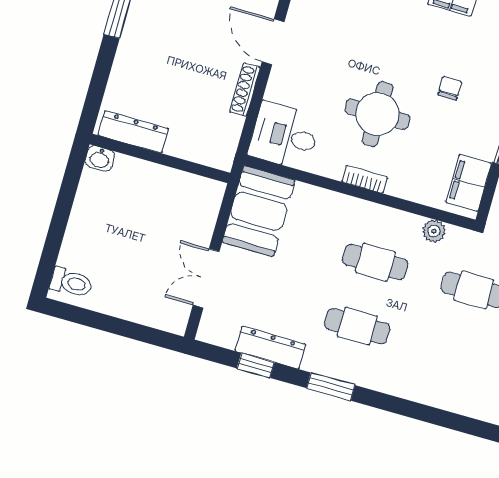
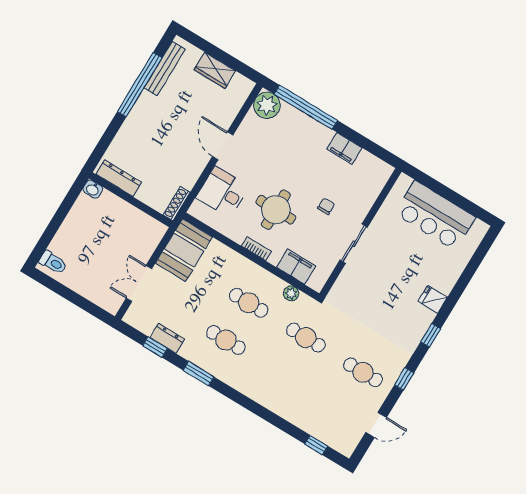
shoe rack: (245, 90) -> (177, 204), moved
desk: (285, 136) -> (223, 192), moved
filing cabinet: (468, 183) -> (296, 267), moved, turned 90
dresser: (270, 348) -> (167, 338), width x0.70

